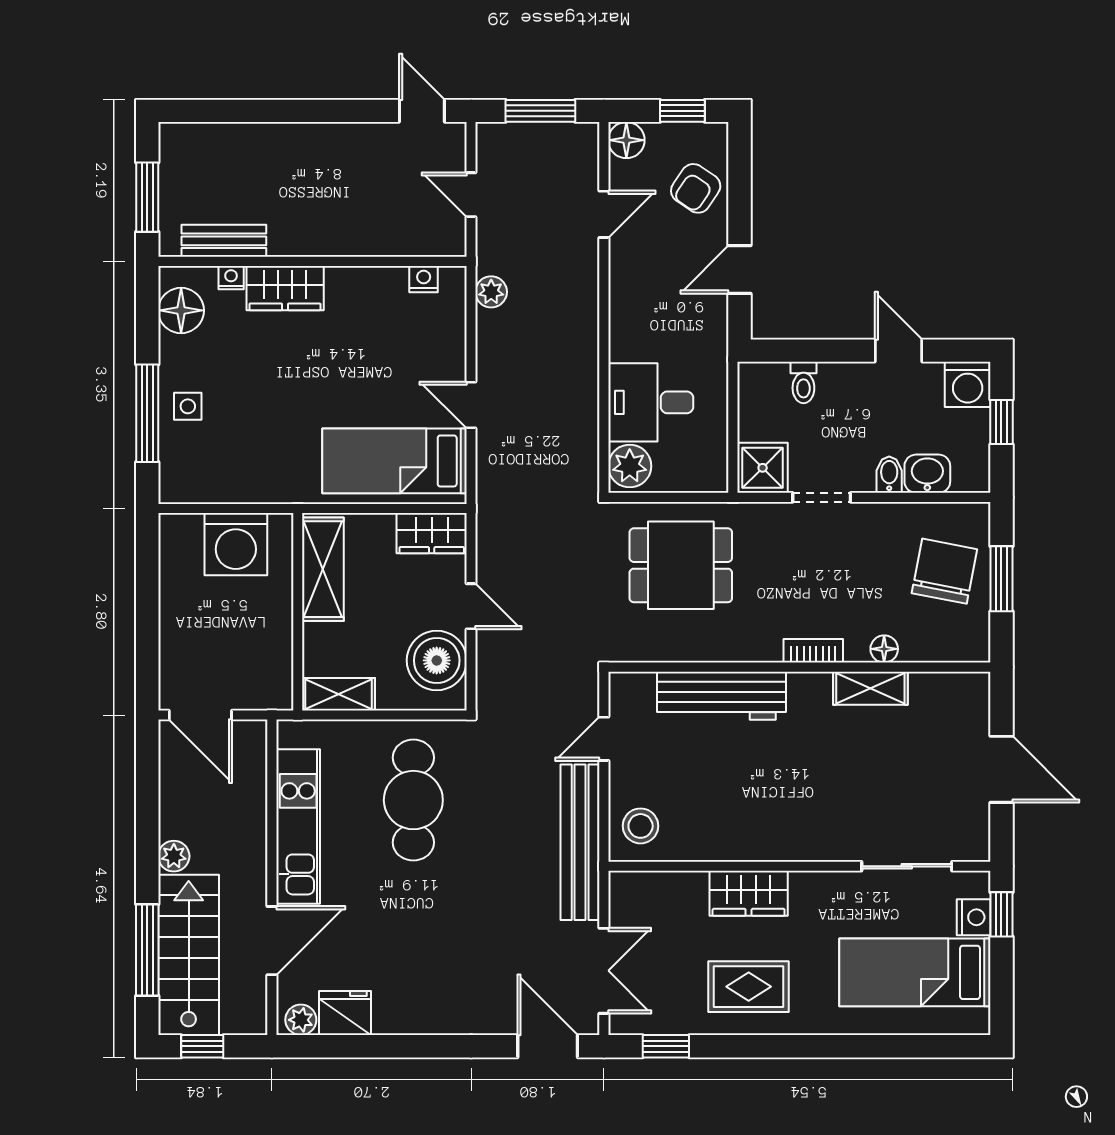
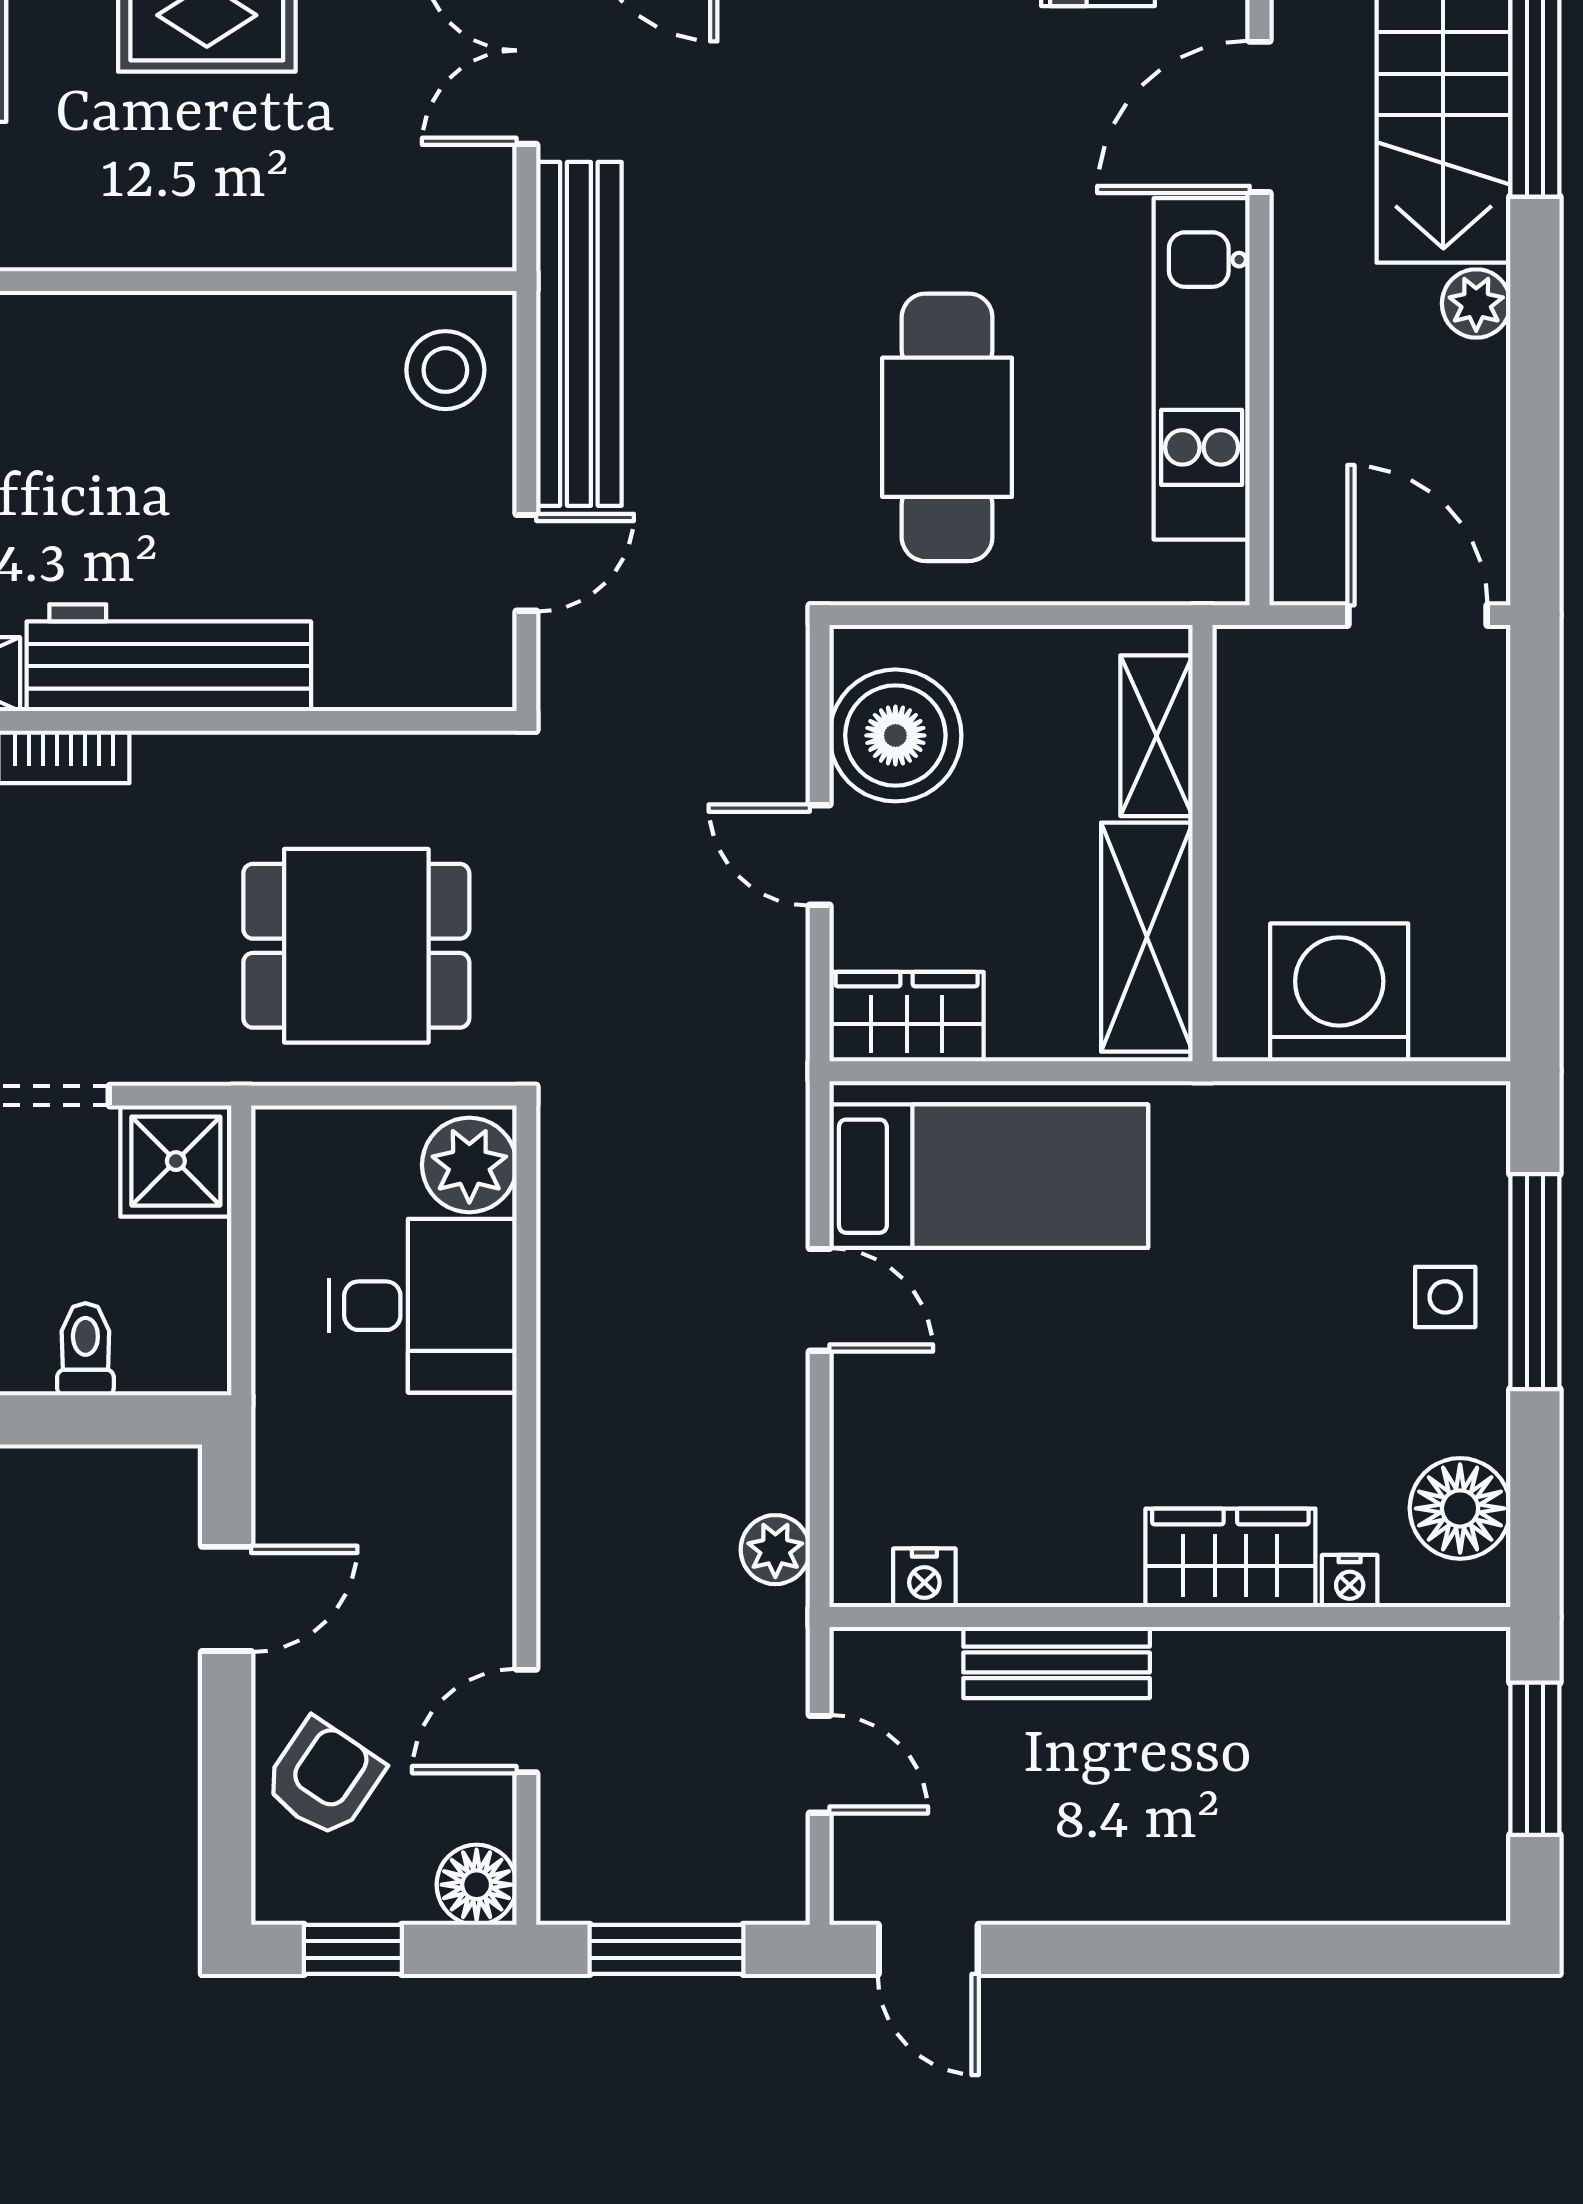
bench: (224, 241) -> (1057, 1662), moved
shelving: (339, 694) -> (1157, 736), moved, turned 90
workbench: (722, 696) -> (169, 658), moved
wardrobe: (749, 893) -> (207, 221), removed

